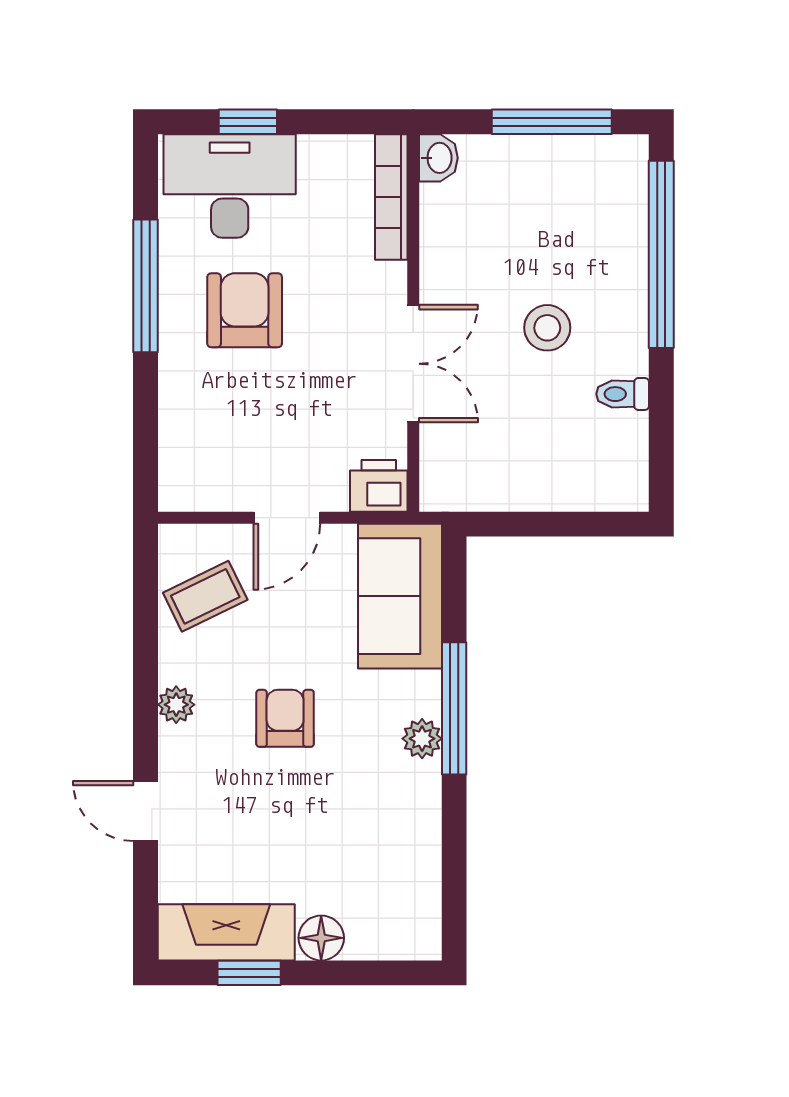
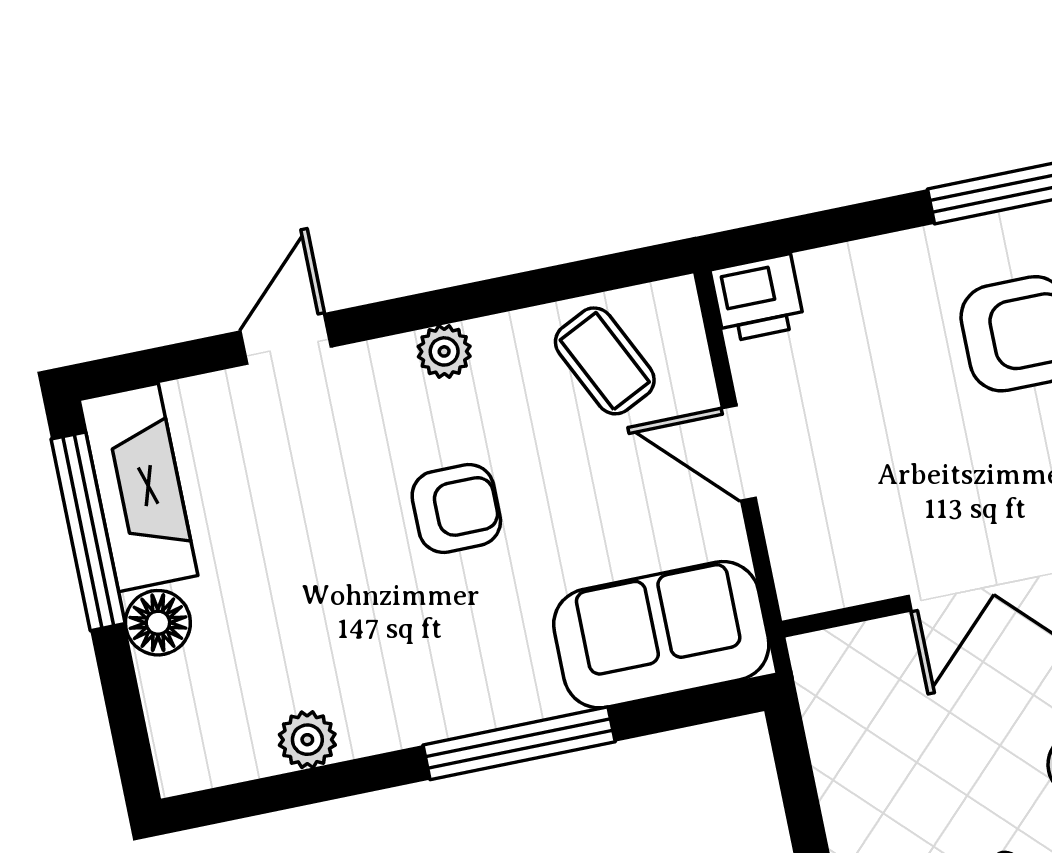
printer: (379, 486) -> (758, 298), moved, turned 90
plant: (422, 739) -> (307, 740), moved
window: (249, 973) -> (88, 531), width x2.17

